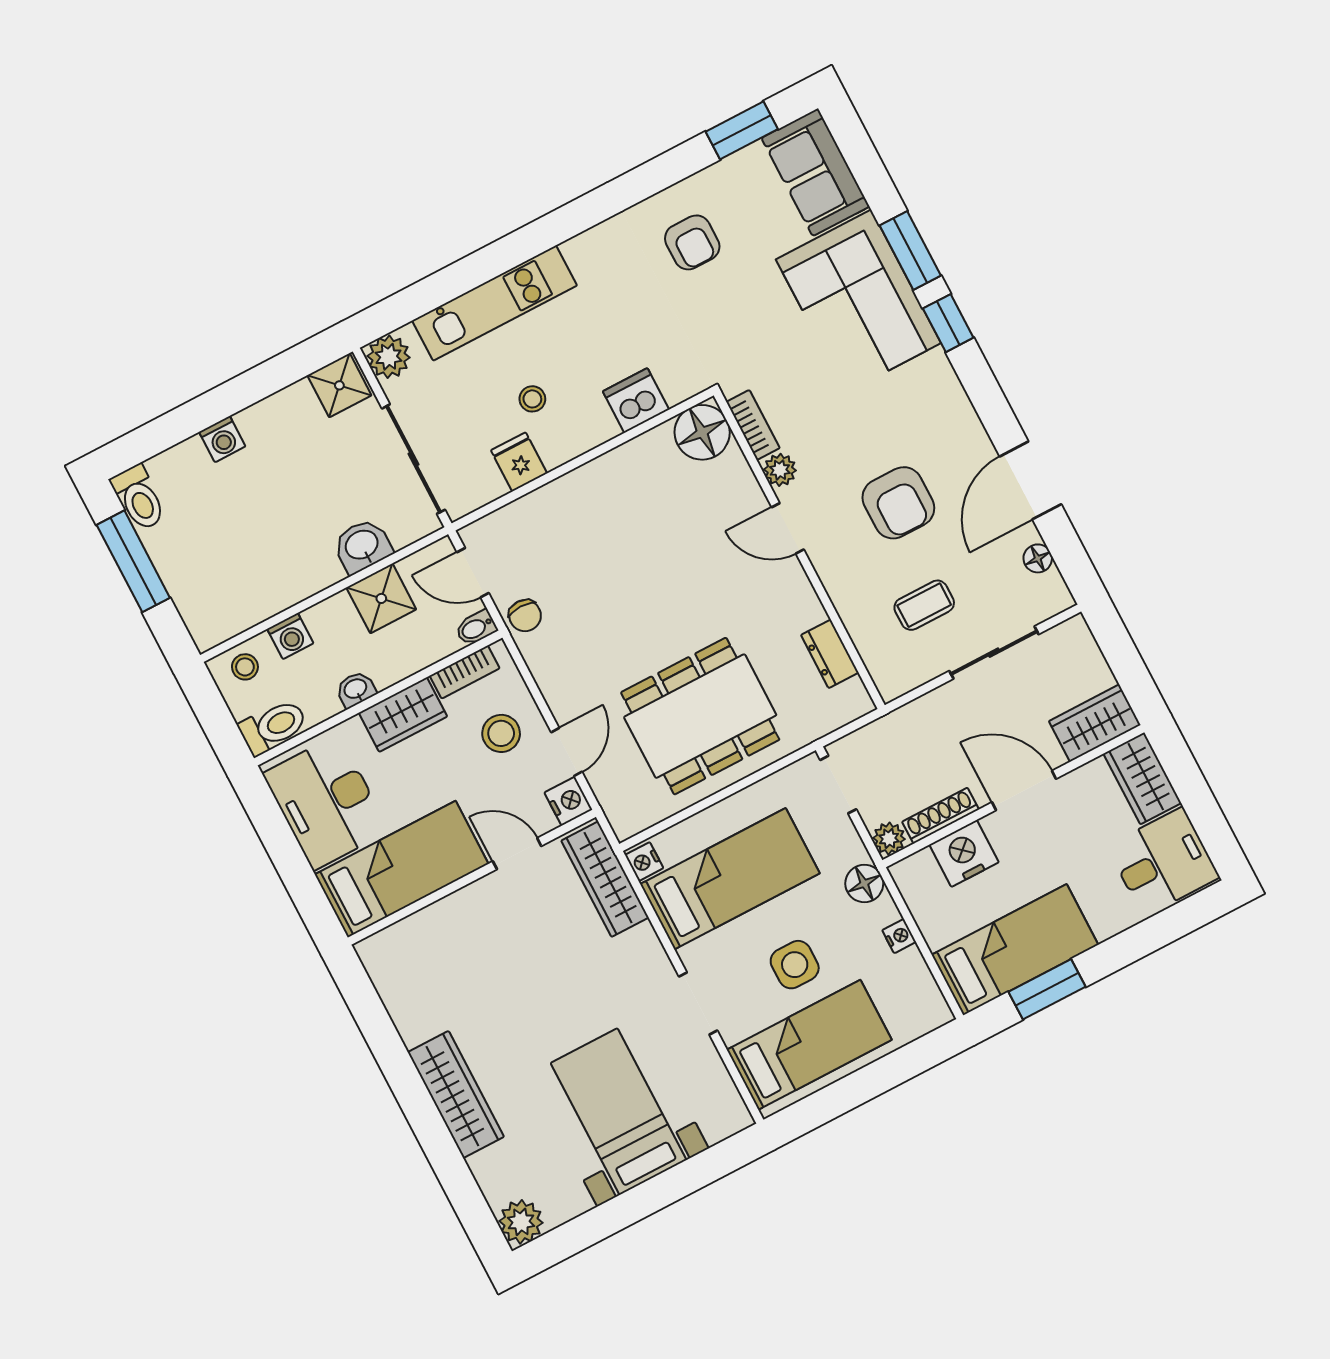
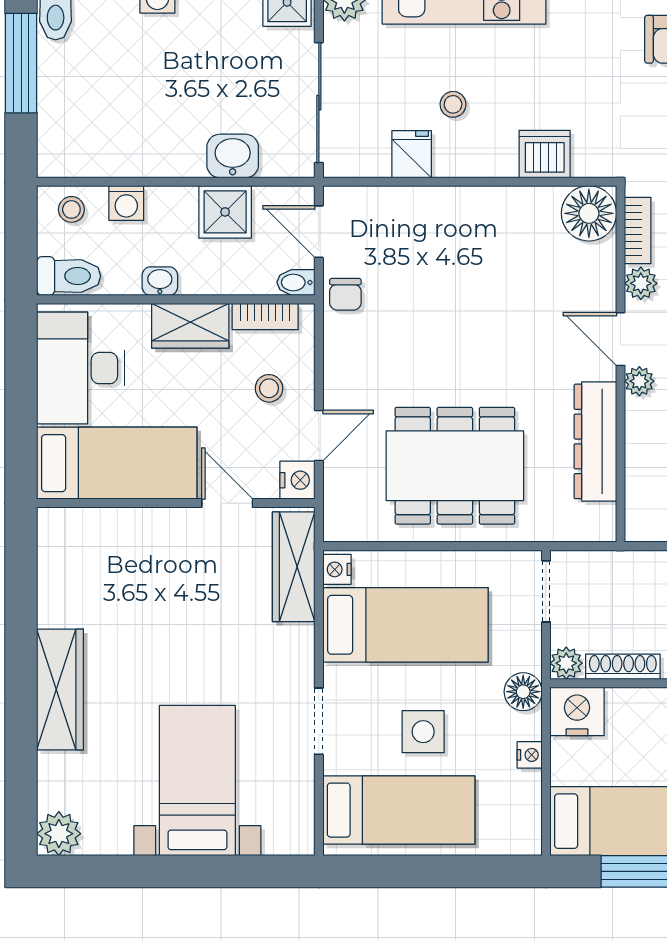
plant: (824, 557) -> (639, 381), added
dresser: (830, 654) -> (595, 441), width x1.96, depth x1.24
stool: (501, 733) -> (269, 388), width x0.73, depth x0.73
nightstand: (964, 853) -> (577, 711), moved

